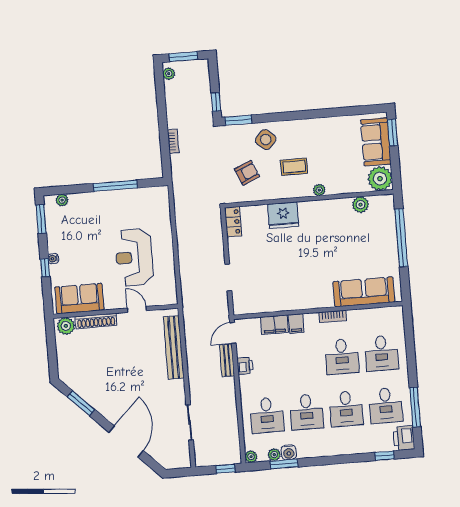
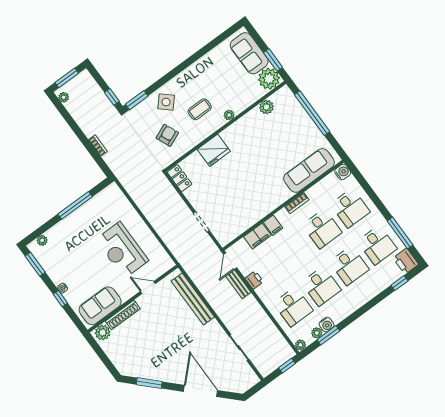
window: (393, 133) -> (273, 60), moved
water cooler: (396, 314) -> (343, 172), added

